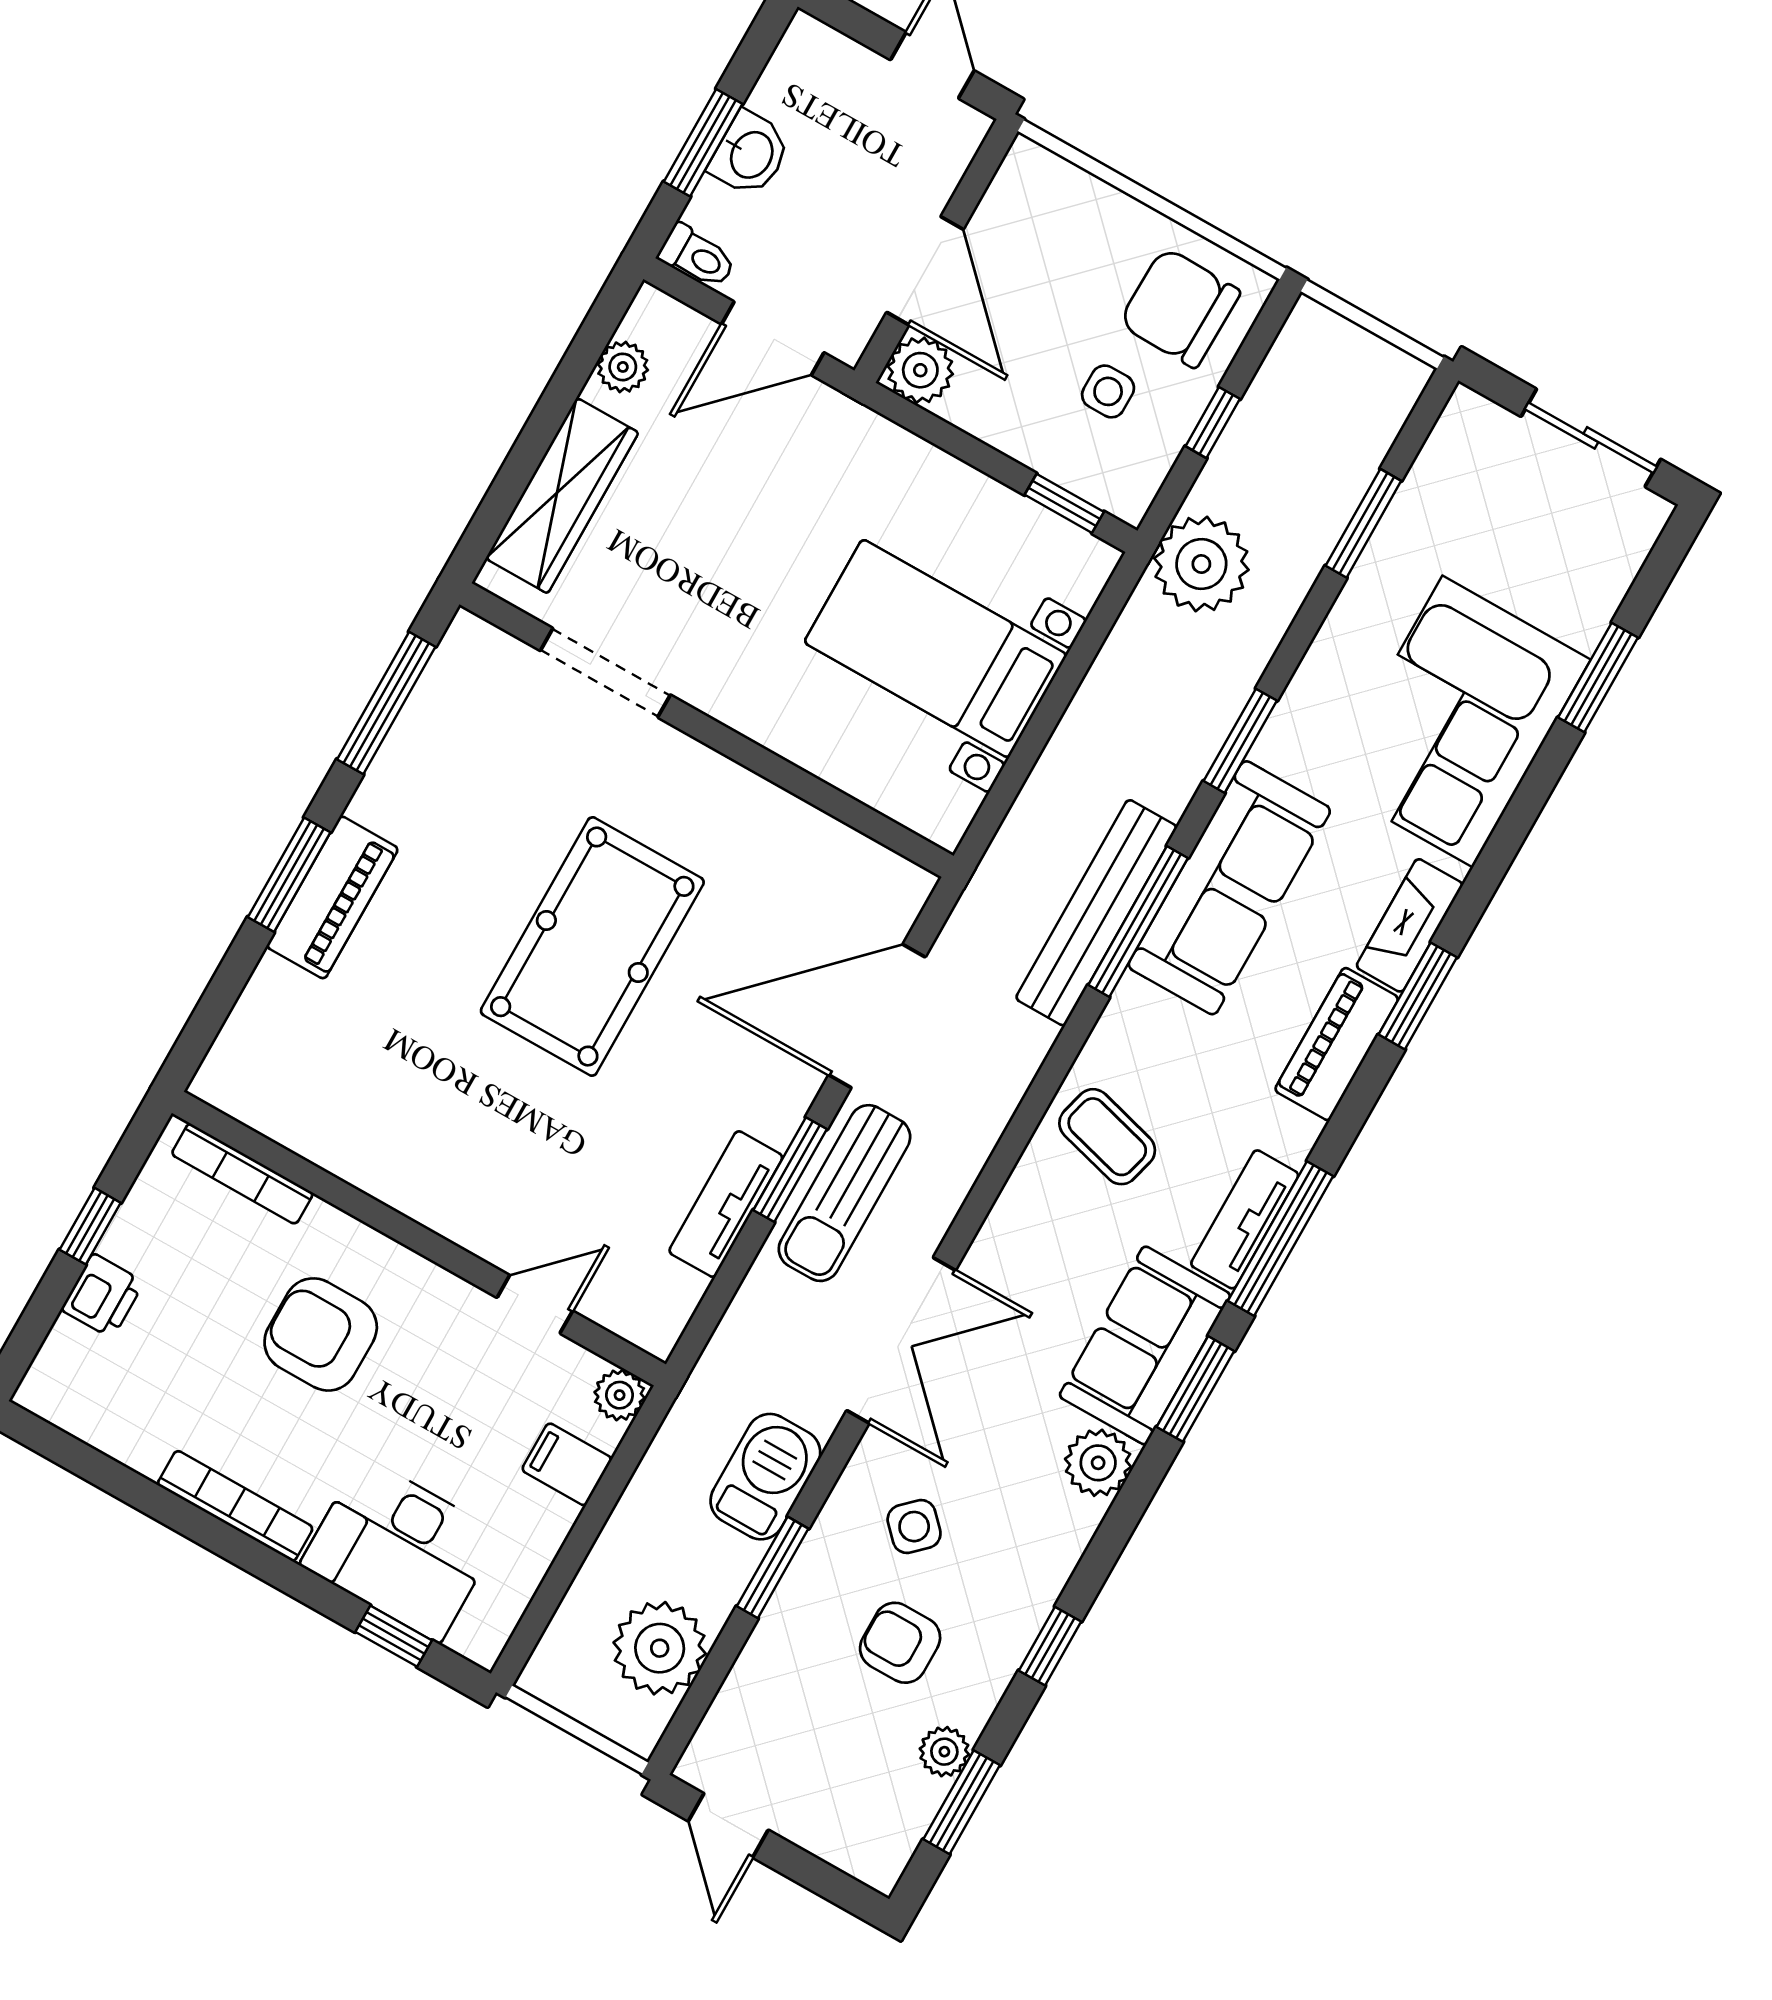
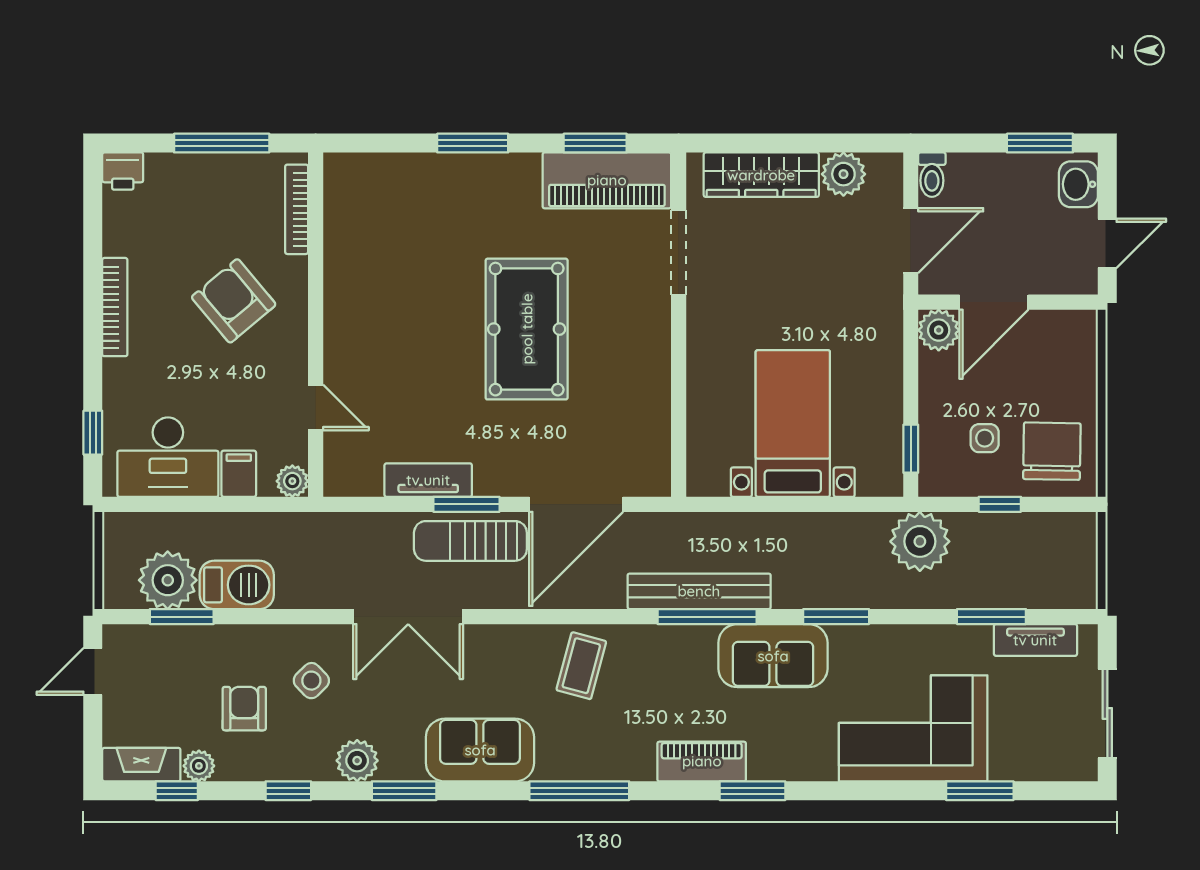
window: (703, 143) -> (1040, 143), moved
washbasin: (750, 154) -> (1078, 184), moved, turned 90
door: (773, 338) -> (911, 241), swing flipped
plant: (623, 367) -> (843, 174), width x1.38, depth x1.38
window: (386, 703) -> (595, 143), width x0.69
sofa: (1229, 888) -> (773, 656), width x0.73
piano: (332, 897) -> (607, 180), moved, width x1.37, depth x1.33
fireplace: (1410, 925) -> (141, 765), moved
pool table: (592, 946) -> (527, 329), turned 90
door: (877, 1016) -> (576, 504), swing flipped
tv unit: (1245, 1219) -> (1035, 640), moved, turned 180
window: (90, 1226) -> (222, 143), width x2.17
printer: (103, 1296) -> (123, 171), moved
armchair: (321, 1334) -> (234, 301), turned -40
window: (1195, 1389) -> (404, 791), moved
plant: (1098, 1463) -> (357, 761), moved
barbecue: (765, 1477) -> (237, 585), moved
desk: (401, 1549) -> (168, 457), moved, turned -90
window: (773, 1567) -> (182, 617), moved
window: (962, 1802) -> (177, 791), width x0.67

